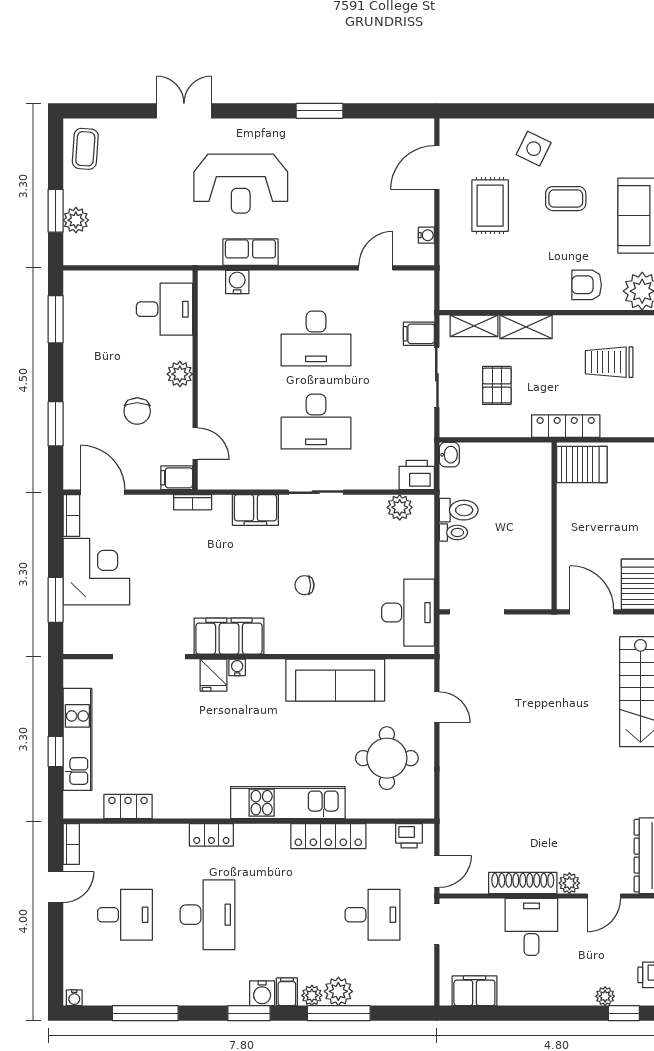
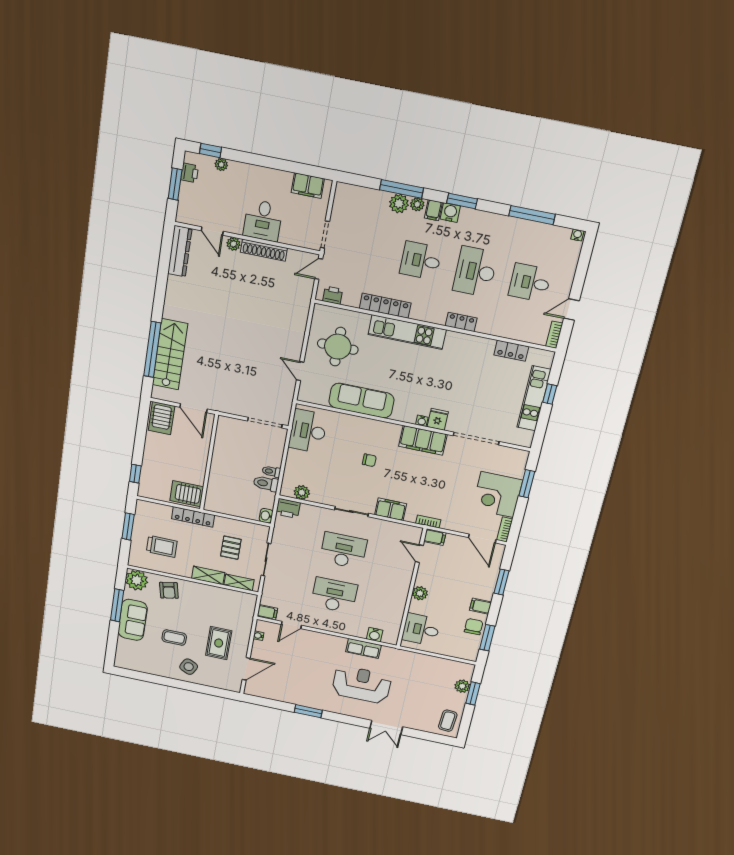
armchair: (587, 285) -> (169, 590), turned 78
filing cabinet: (419, 334) -> (267, 612), moved
filing cabinet: (79, 373) -> (481, 606), added
chair: (137, 411) -> (474, 627), moved
door: (604, 896) -> (212, 231), swing flipped
desk: (373, 915) -> (421, 261), moved

